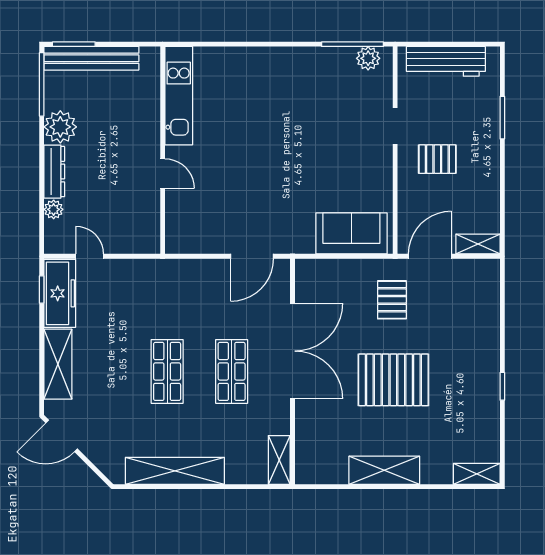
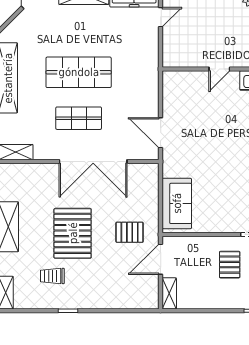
door: (430, 256) -> (161, 259), swing flipped
shop shelf: (167, 371) -> (79, 72), width x1.43, depth x1.36
trolley: (453, 408) -> (52, 276), added

